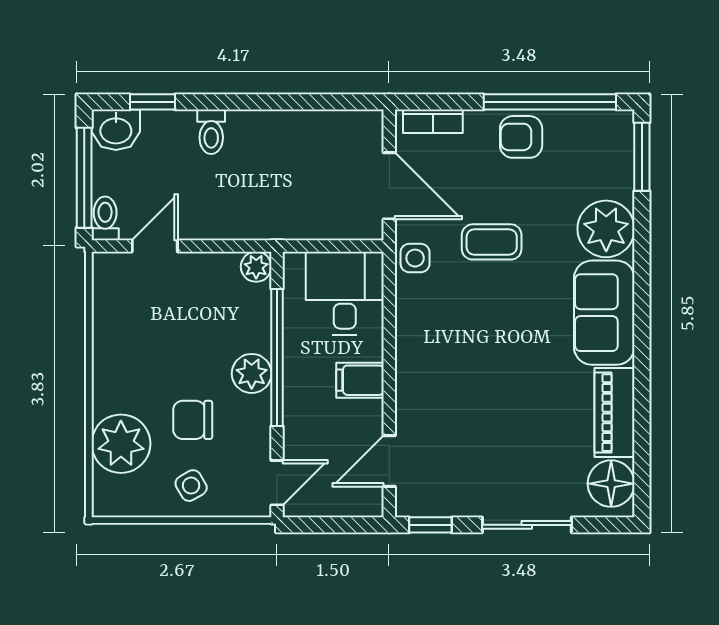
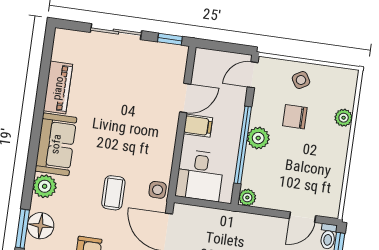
plant: (606, 229) -> (45, 186), width x0.73, depth x0.73
coffee table: (492, 242) -> (113, 193), turned 90
chair: (193, 420) -> (295, 117), turned 180
plant: (121, 444) -> (344, 118), width x0.53, depth x0.53
door: (389, 461) -> (185, 98), moved
floor lamp: (611, 484) -> (41, 226), moved

